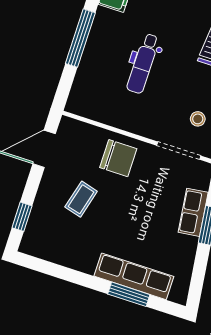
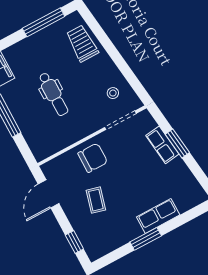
row of seats: (134, 276) -> (158, 216), width x0.68
window: (129, 294) -> (146, 239), moved

